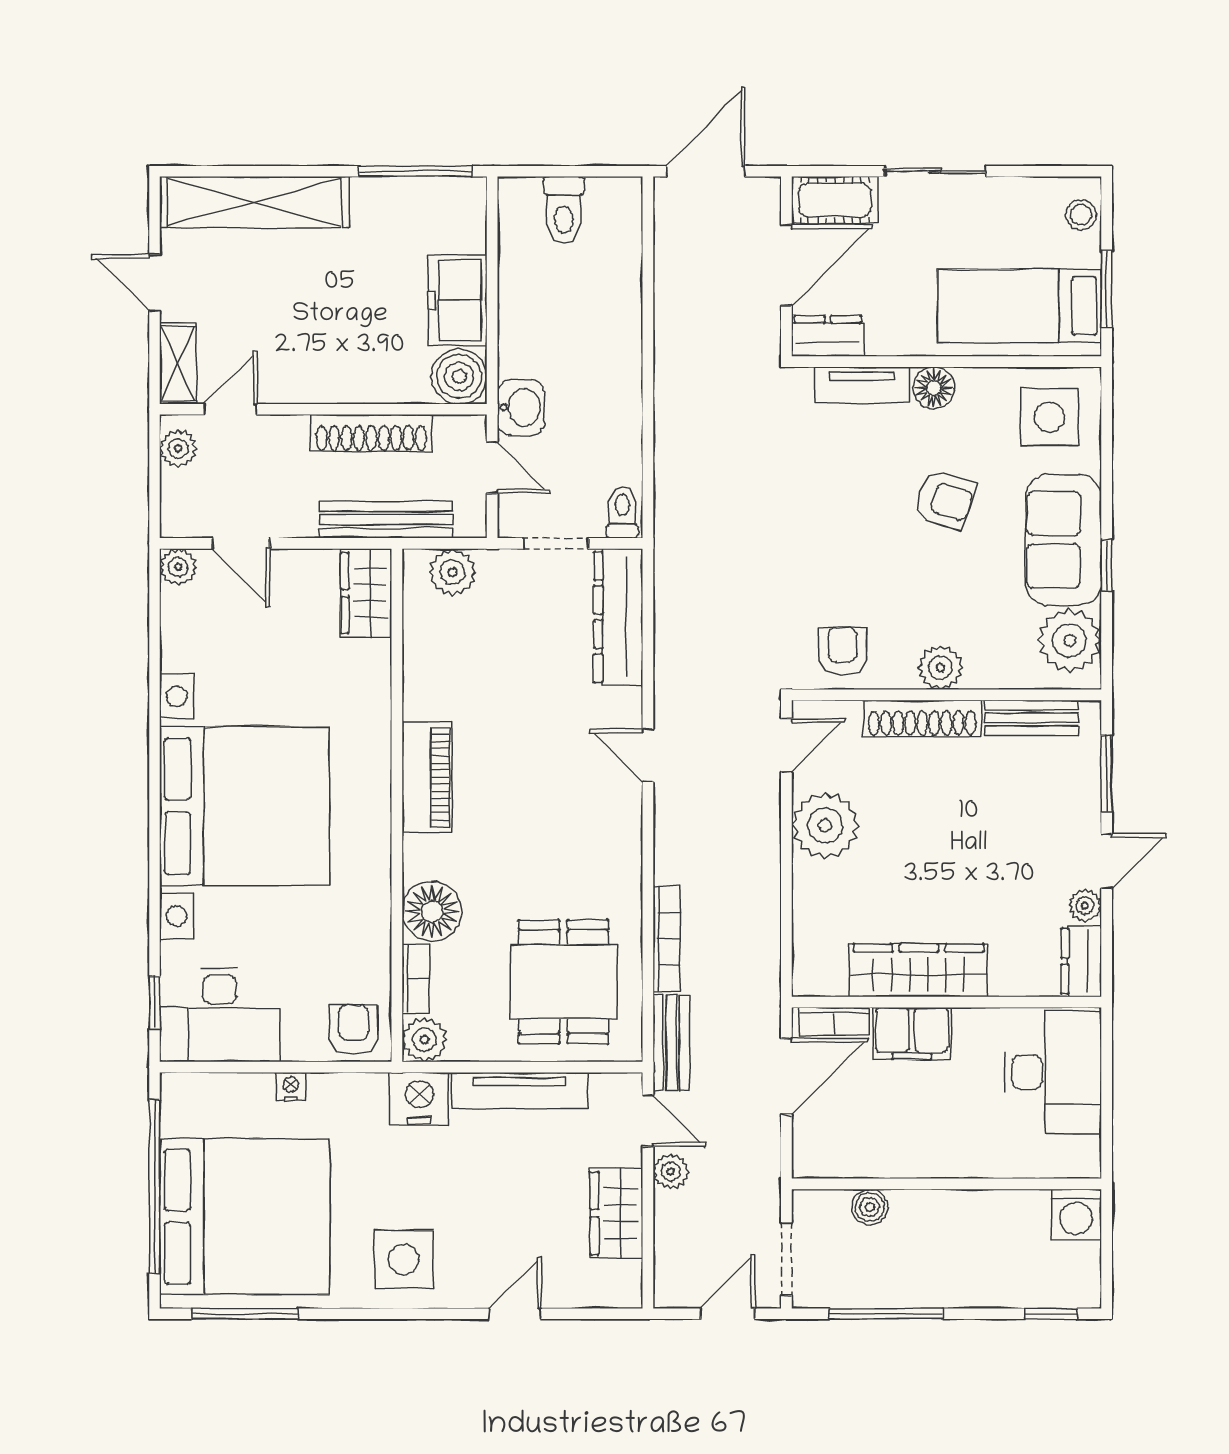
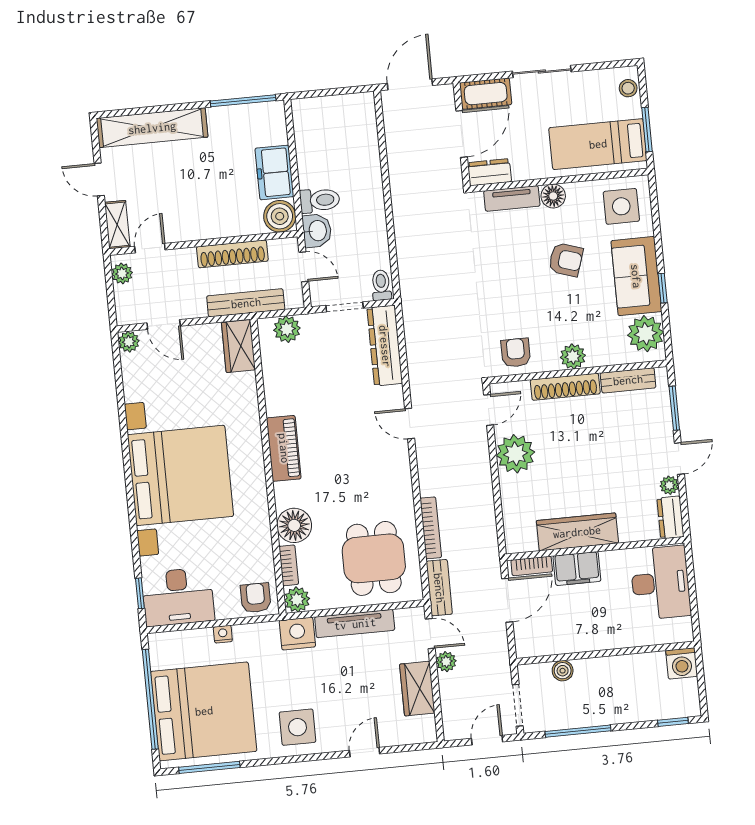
toilet: (564, 210) -> (320, 200), moved, turned -90

